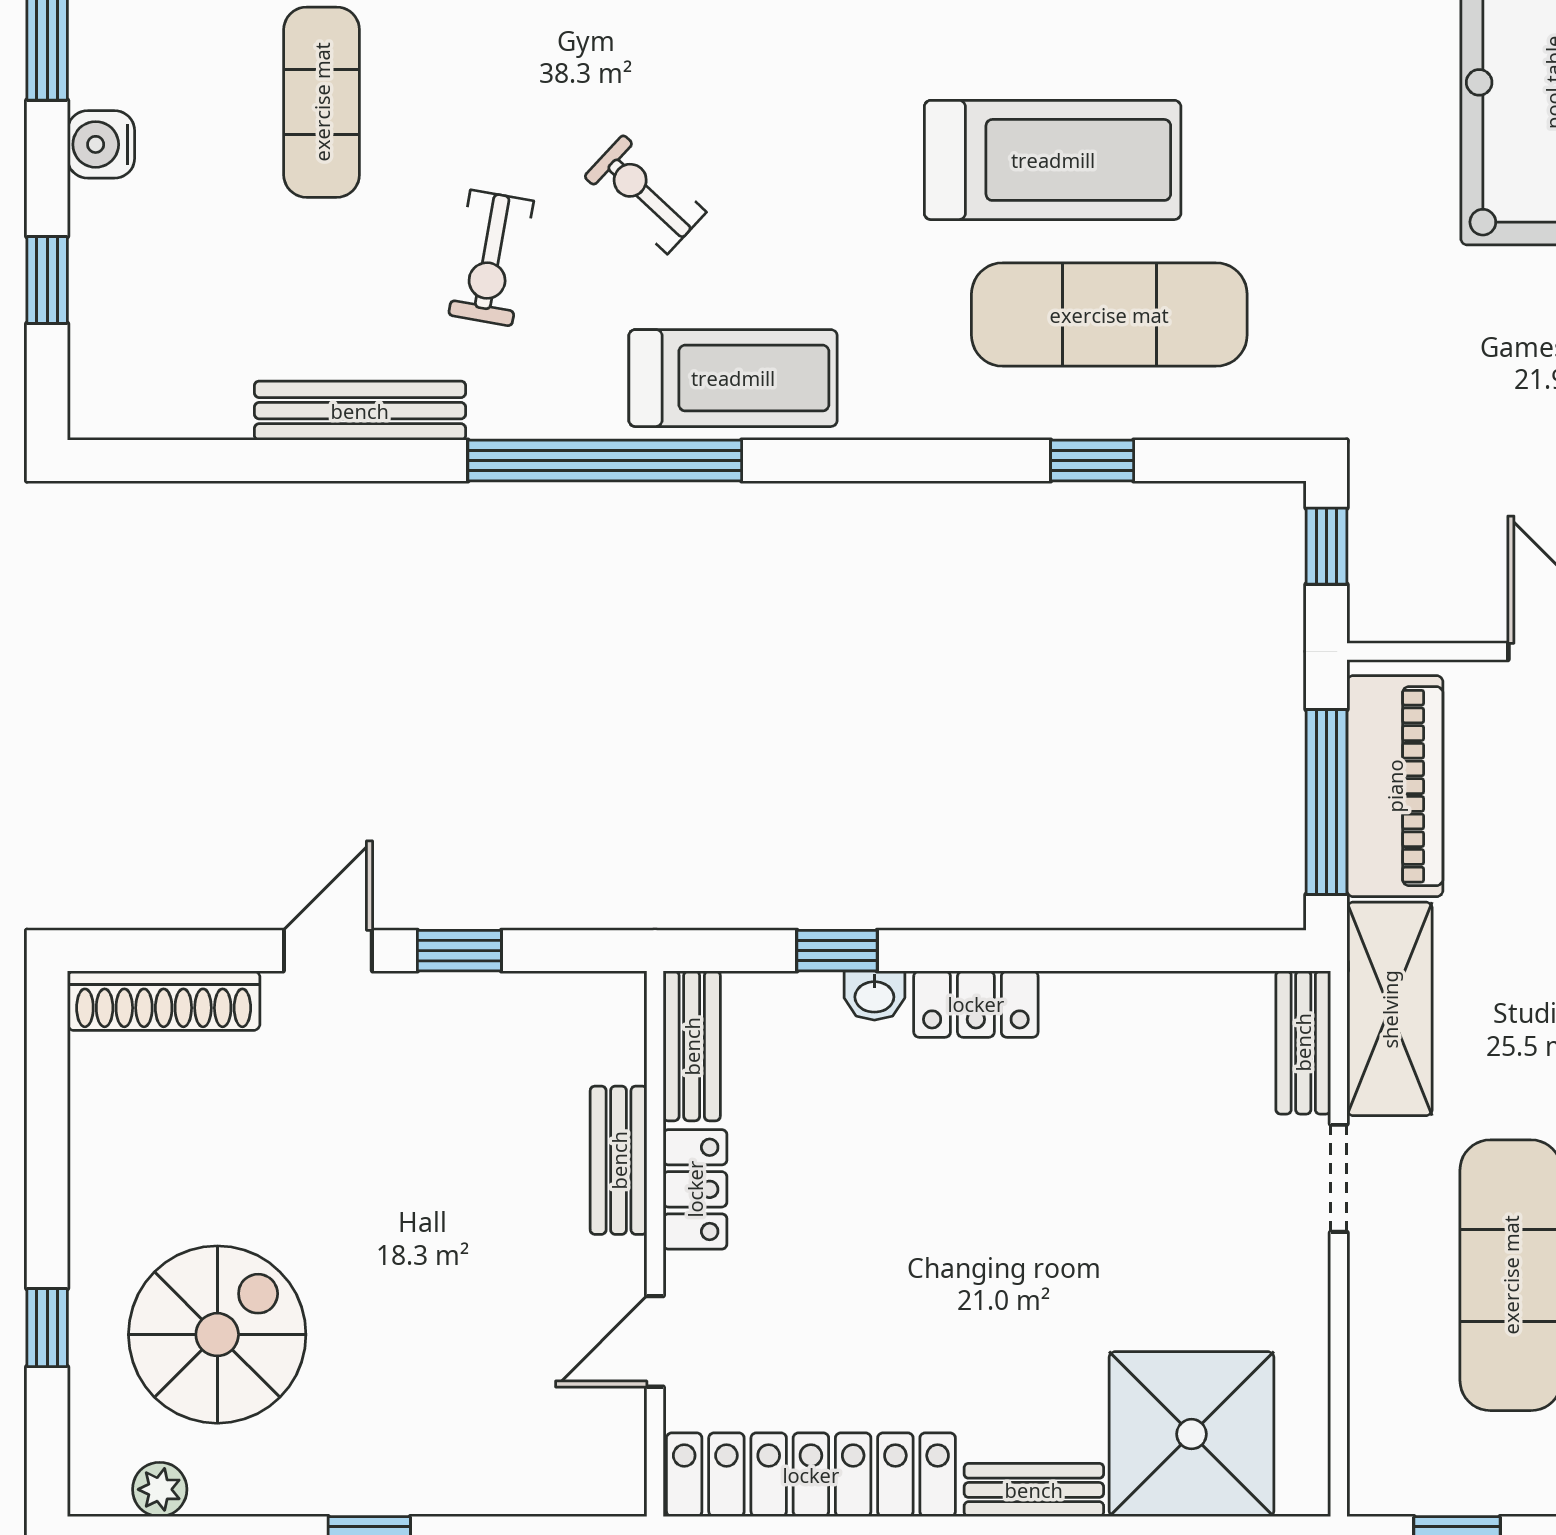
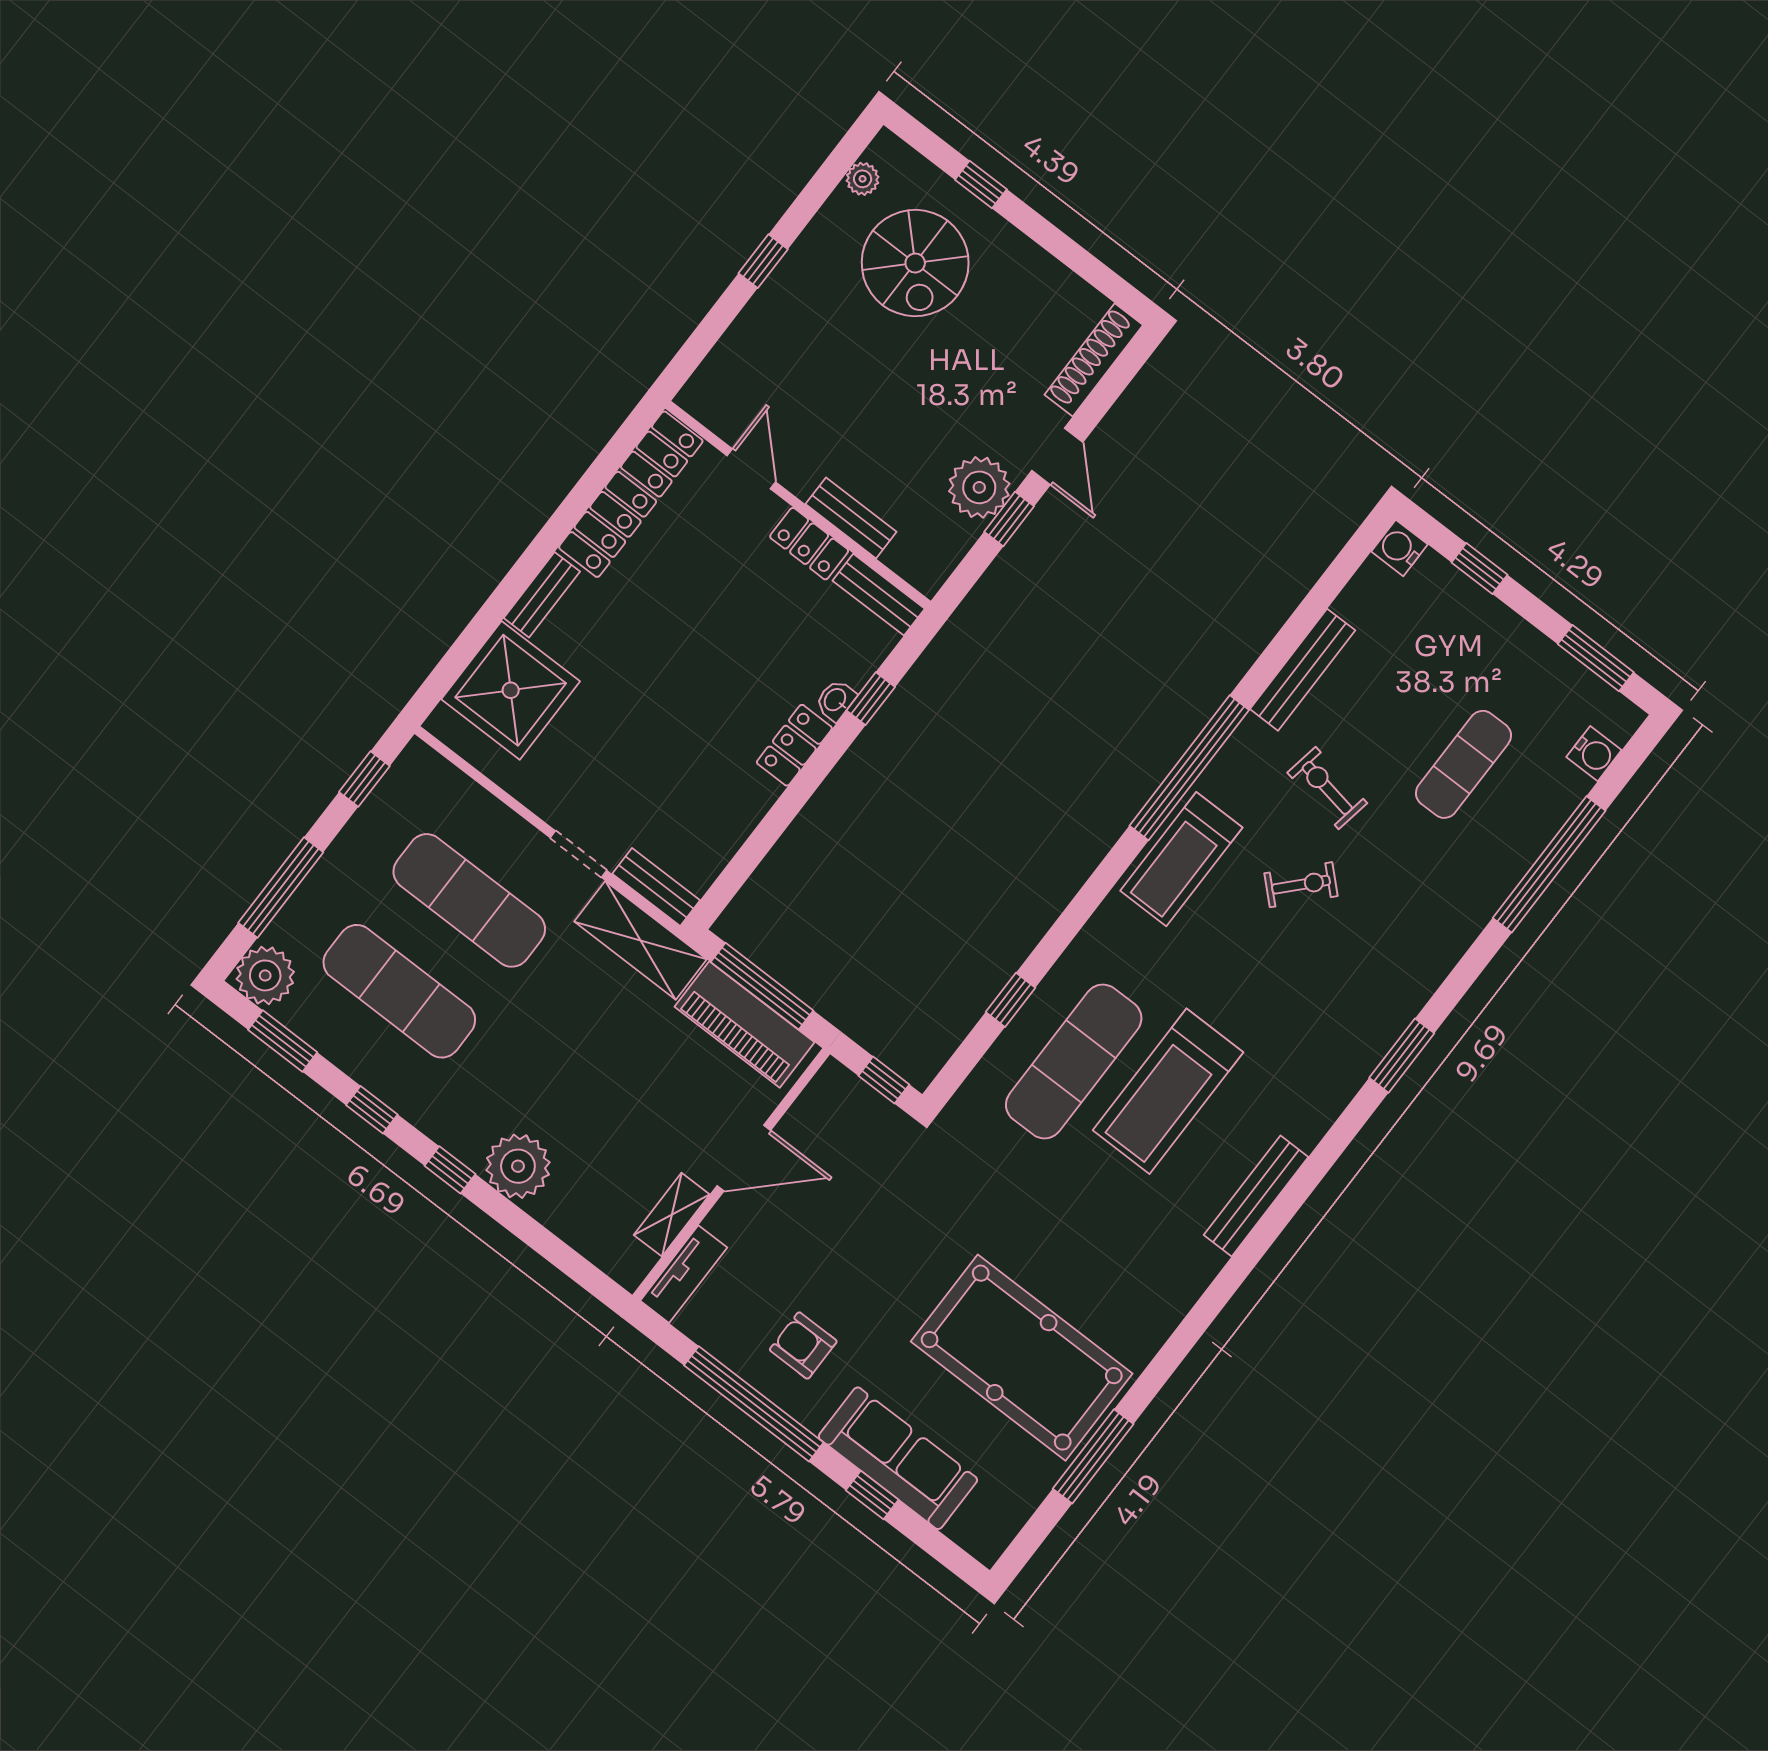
exercise mat: (322, 102) -> (1463, 764), turned 90
water cooler: (101, 144) -> (1399, 548), moved, turned -90
plant: (448, 1022) -> (979, 487), added

